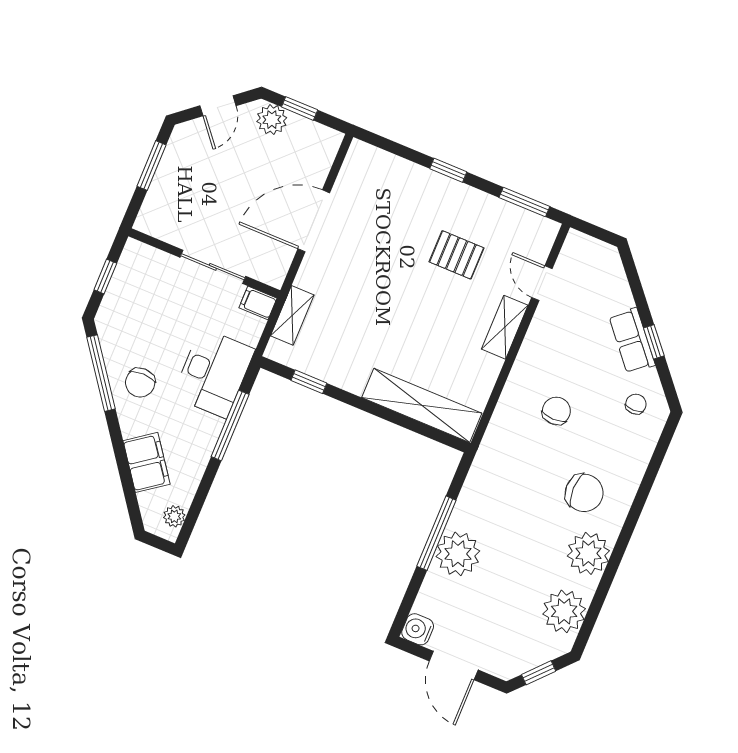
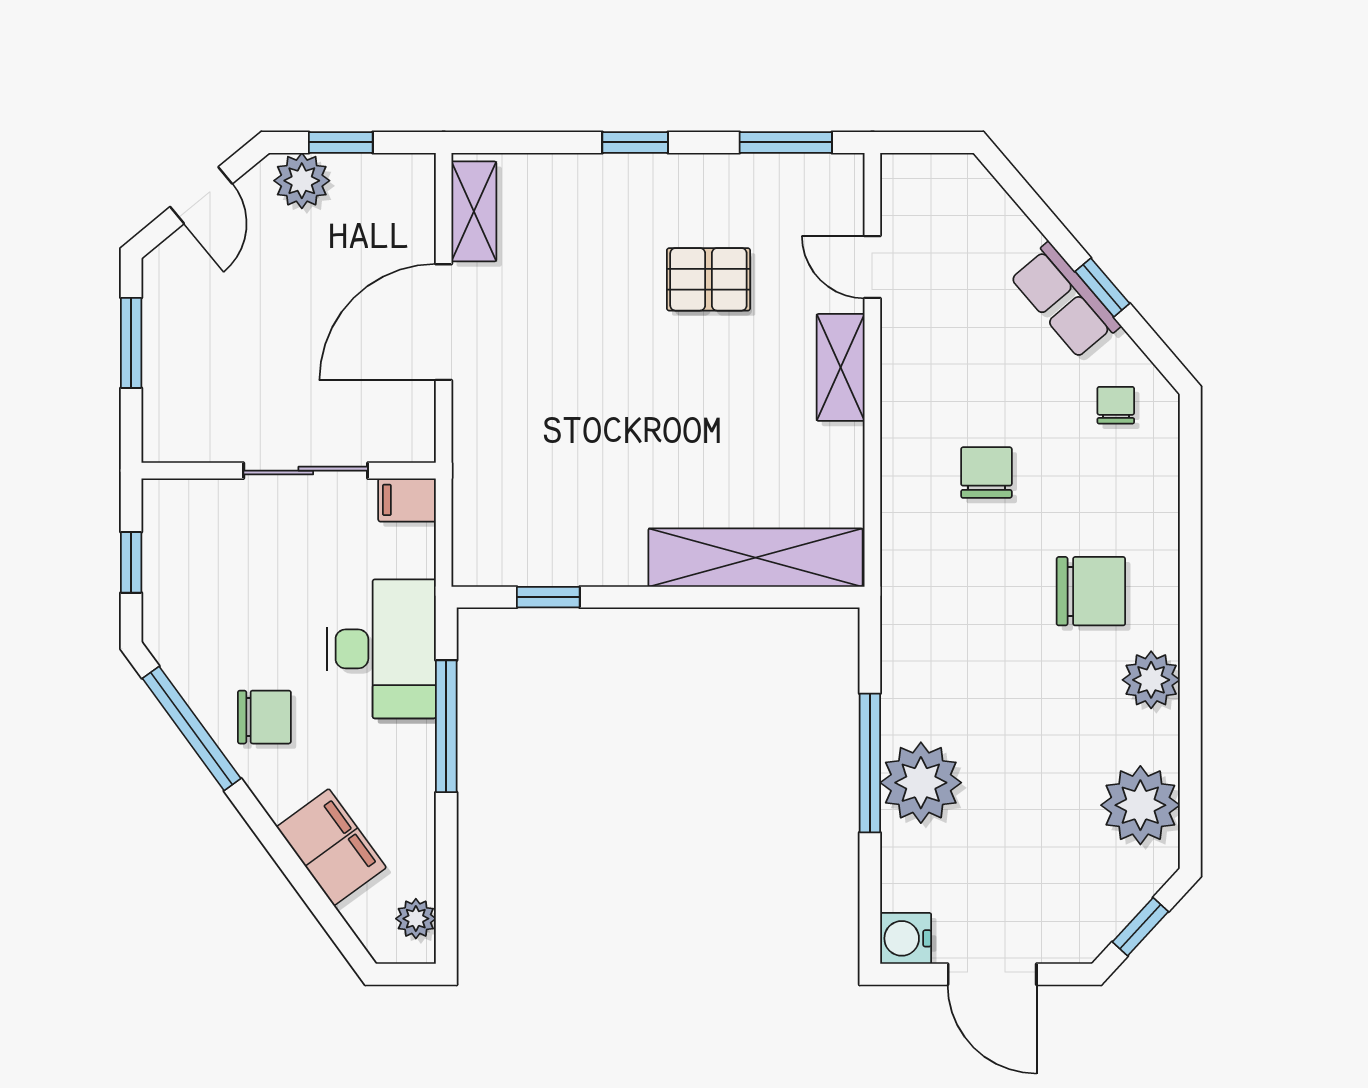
shelving: (292, 315) -> (474, 211), moved
chair: (140, 383) -> (264, 717), turned -90
plant: (588, 553) -> (1151, 680), width x0.73, depth x0.73

